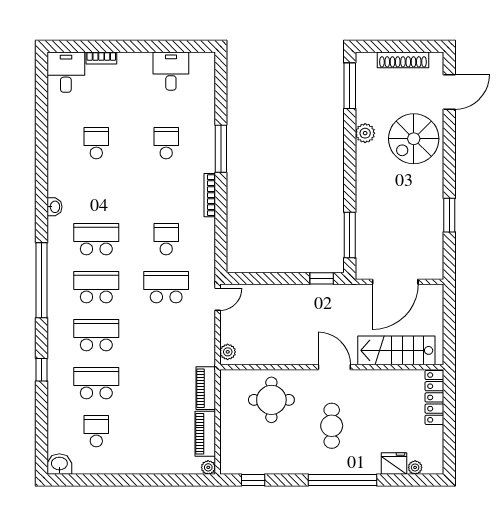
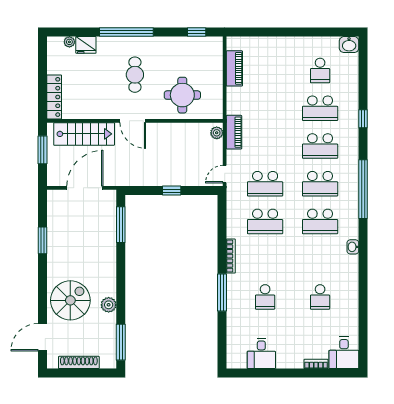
school desk: (166, 239) -> (265, 221), width x1.85
window: (322, 278) -> (172, 191), moved
window: (449, 330) -> (42, 150), added
piano: (206, 388) -> (234, 132), moved
plant: (208, 467) -> (232, 42), removed

